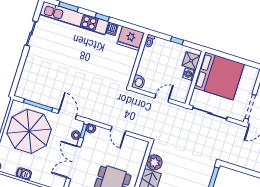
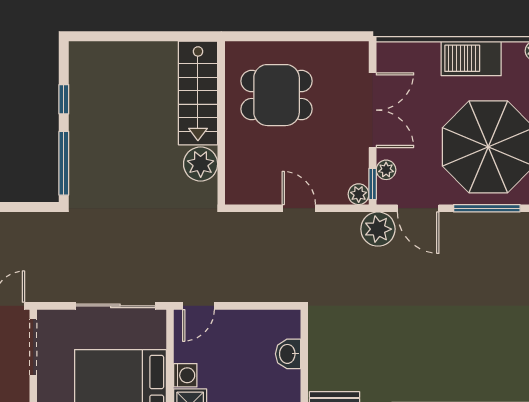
washbasin: (138, 82) -> (288, 354), moved
door: (162, 98) -> (198, 306), moved
plant: (87, 111) -> (378, 229), added
barbecue: (24, 174) -> (471, 58), width x1.88, depth x1.53

